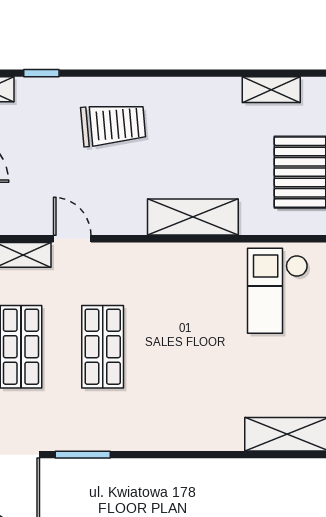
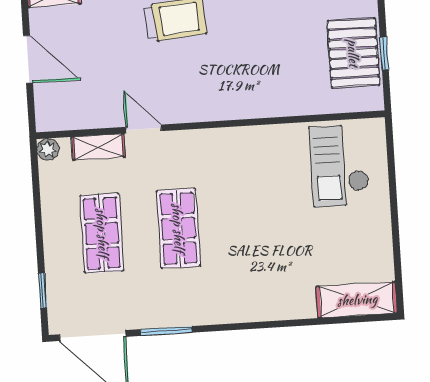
shelving: (193, 217) -> (255, 102), removed

